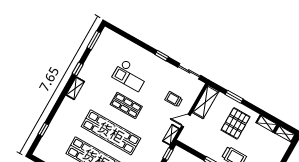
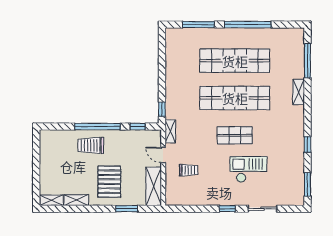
sliding door: (189, 71) -> (263, 209), moved
shelving: (75, 88) -> (299, 92), moved
door: (186, 121) -> (163, 155), swing flipped
window: (43, 129) -> (307, 61), width x2.17
window: (193, 152) -> (138, 127), added

